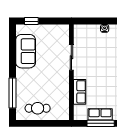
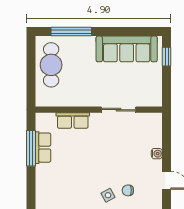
sofa: (26, 51) -> (127, 49), width x1.36
cafe table: (38, 108) -> (51, 65), width x1.37, depth x1.35

